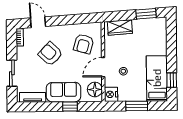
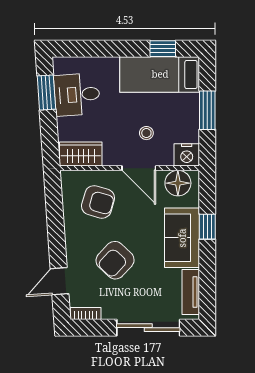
wardrobe: (120, 27) -> (81, 154), moved, turned -86
desk: (145, 31) -> (77, 95), added
sliding door: (12, 73) -> (148, 328), width x1.37

